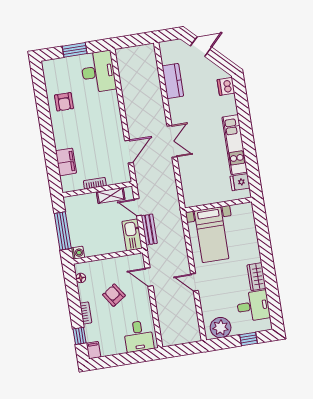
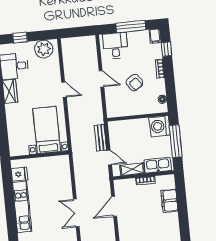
kitchen sink: (132, 235) -> (158, 165), moved, turned -90
washing machine: (78, 253) -> (160, 126), width x1.89, depth x1.89
door: (149, 277) -> (101, 79), moved
window: (122, 359) -> (131, 27), added

